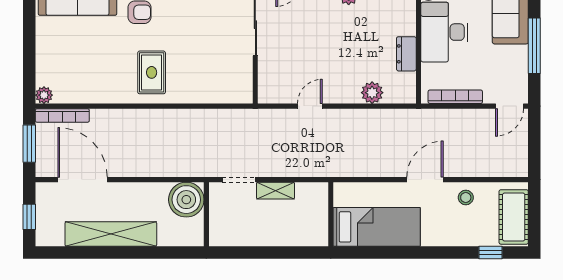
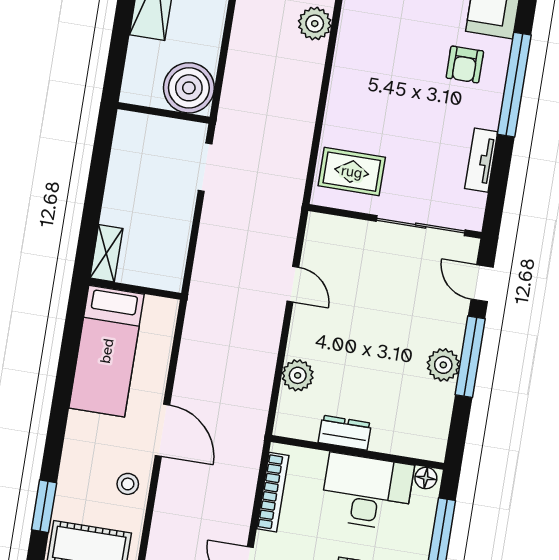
rug: (152, 72) -> (352, 172), moved
plant: (128, 120) -> (315, 24), added
shelving: (276, 191) -> (106, 253), moved
window: (490, 253) -> (44, 506), width x1.50

